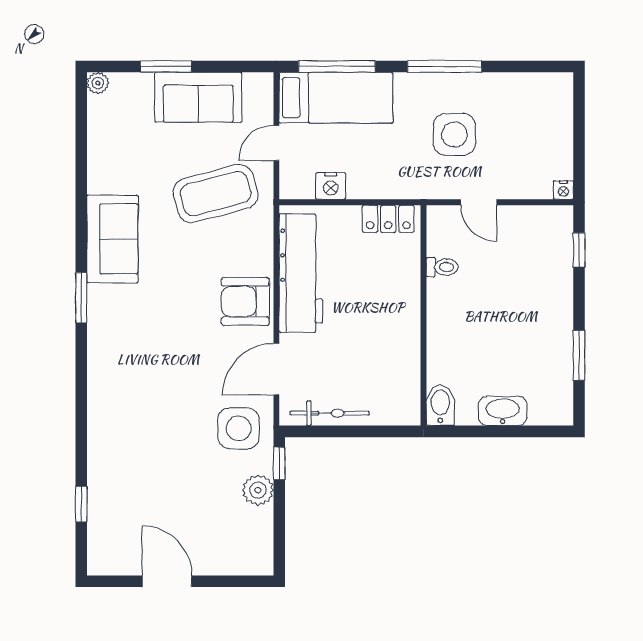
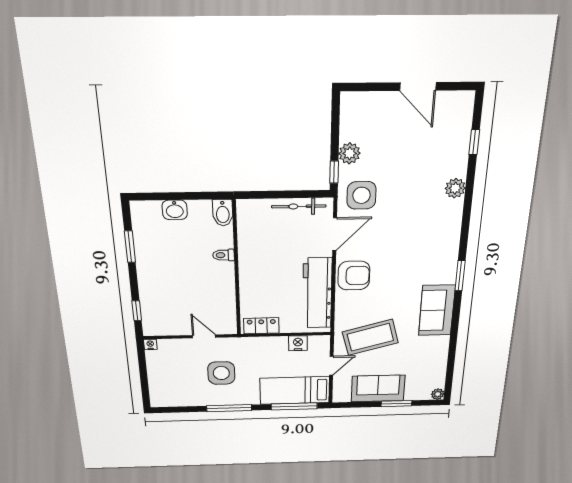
toilet: (442, 267) -> (223, 255), moved
washbasin: (503, 411) -> (175, 210), width x0.72
plant: (102, 437) -> (455, 188), added

